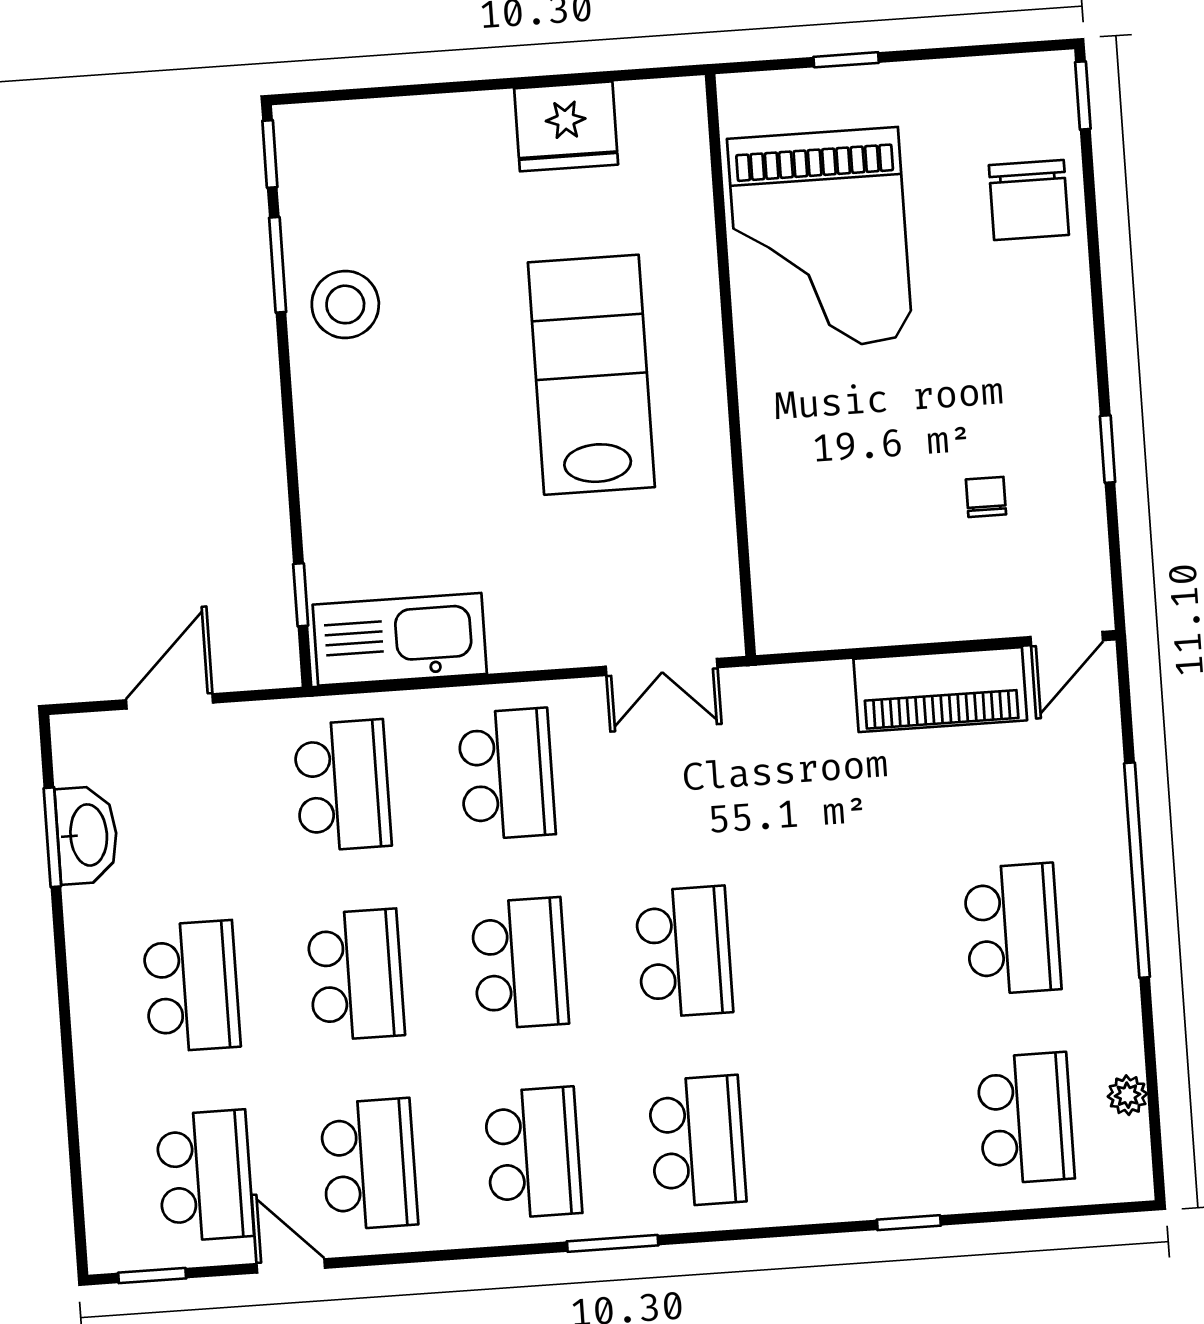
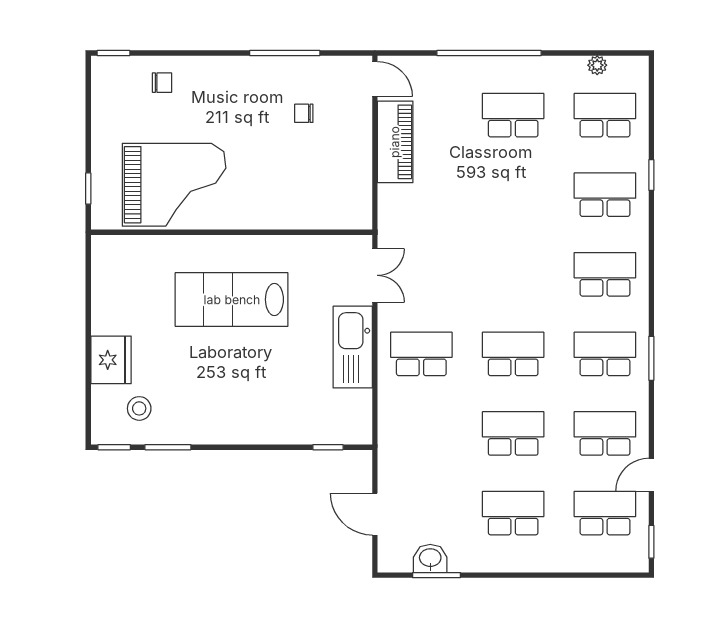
window: (846, 60) -> (88, 189), moved
fridge: (566, 126) -> (111, 360), moved
chair: (1029, 200) -> (162, 83), width x0.54, depth x0.54
stool: (345, 304) -> (139, 408), moved, width x0.73, depth x0.73
window: (1108, 449) -> (285, 53), width x2.17
kitchen sink: (400, 639) -> (353, 347), moved
school desk: (342, 785) -> (421, 433), removed
washbasin: (87, 835) -> (430, 558), width x0.72
school desk: (684, 952) -> (605, 195), moved
window: (613, 1243) -> (651, 358), moved

